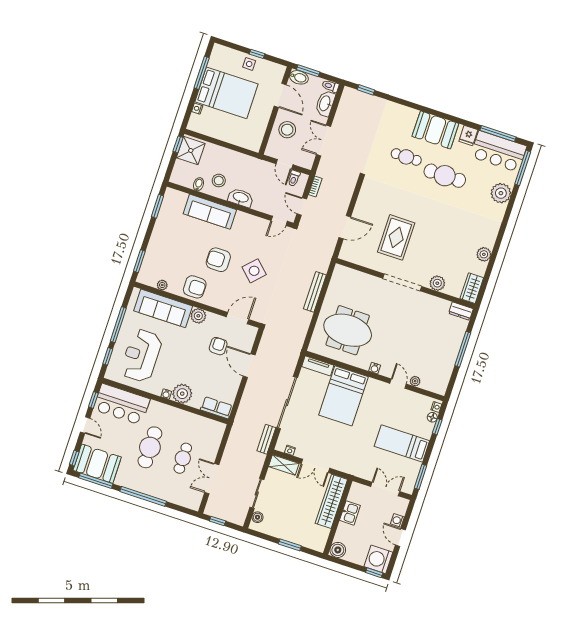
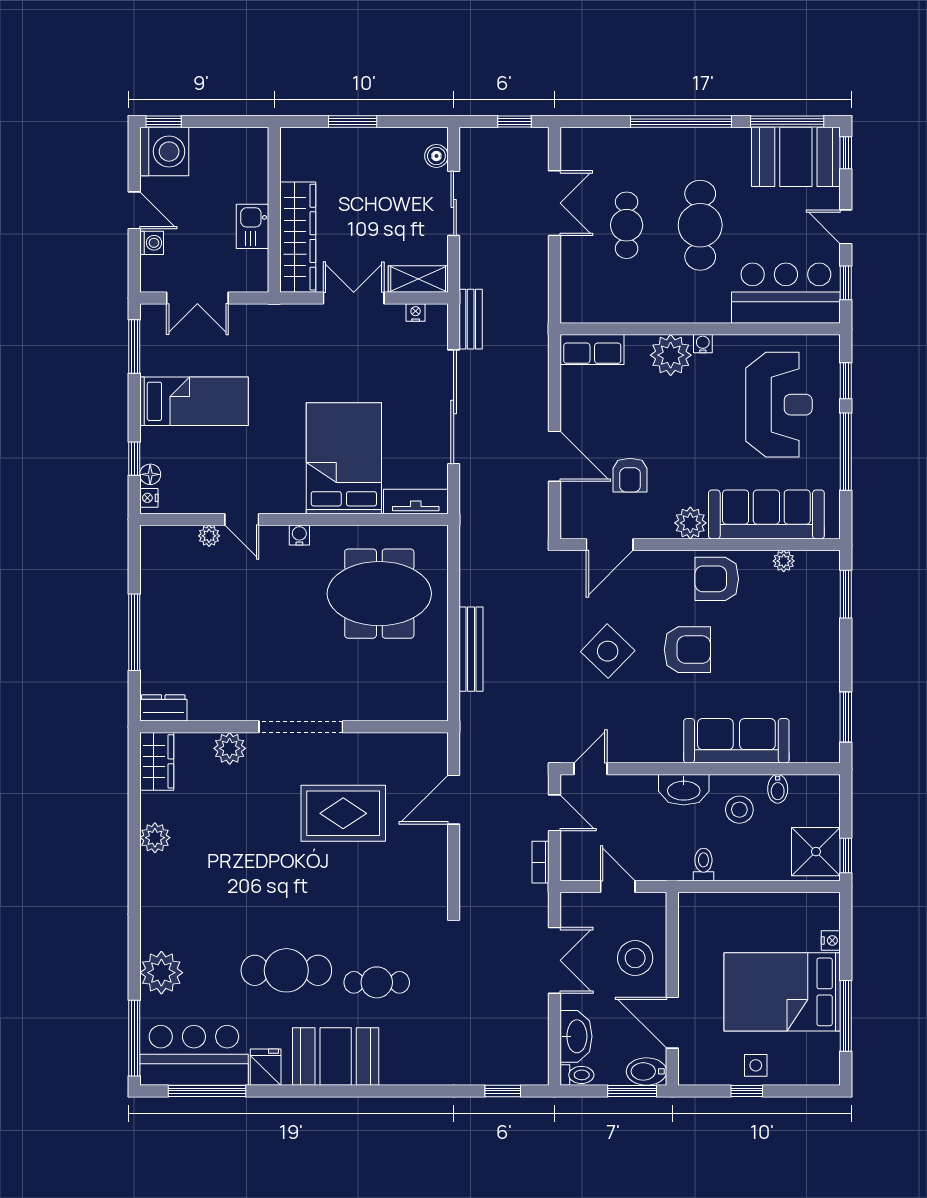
toilet: (294, 178) -> (703, 864), moved
rug: (396, 237) -> (343, 813), turned 90
boiler: (338, 550) -> (252, 143), removed

